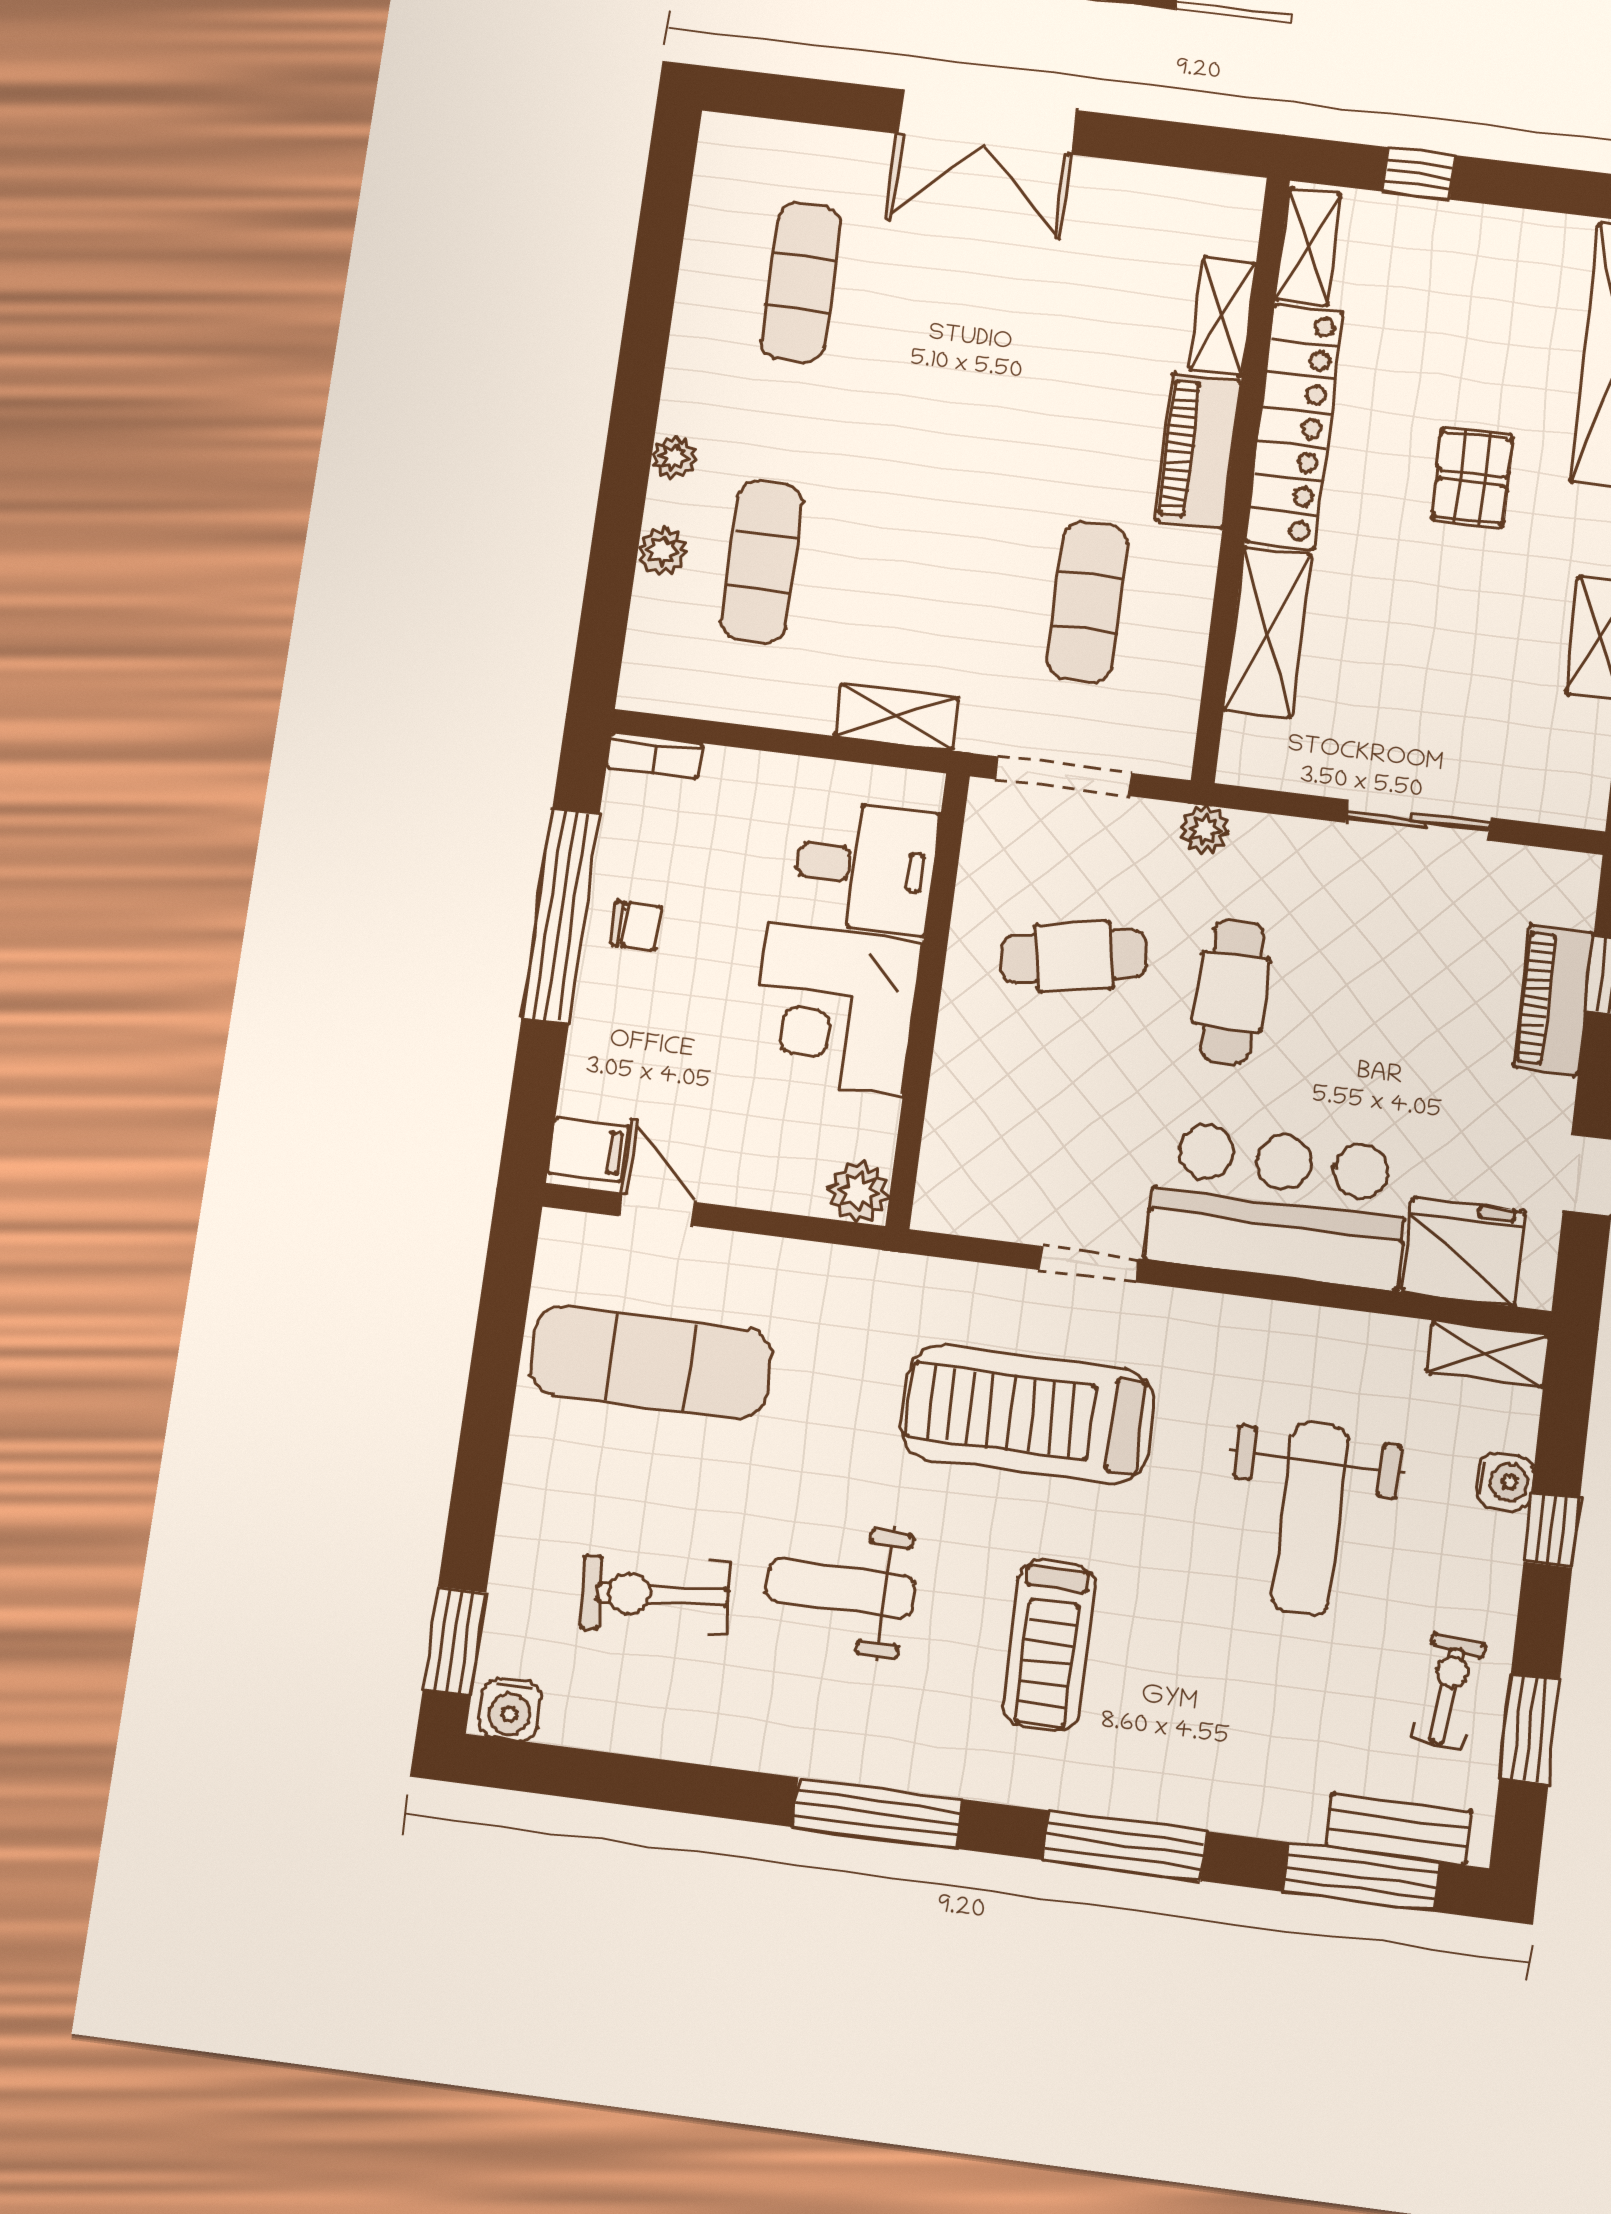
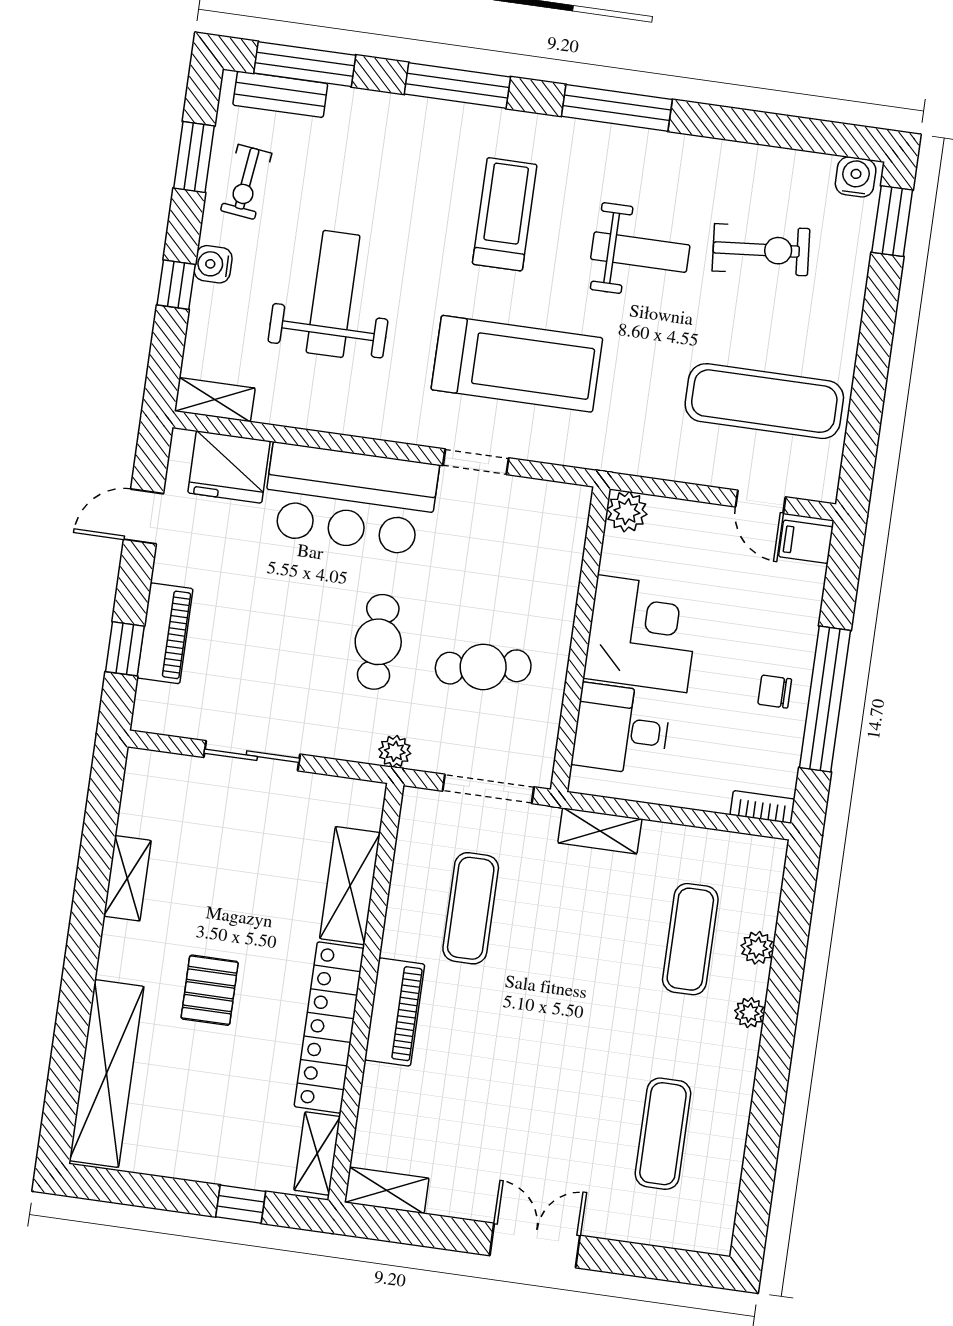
double door: (987, 122) -> (535, 1245), width x0.73
shelving: (1222, 316) -> (387, 1190), moved, turned 90
water cooler: (1505, 1481) -> (213, 264), moved

